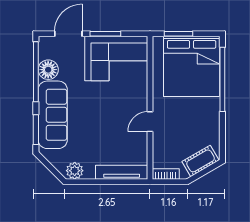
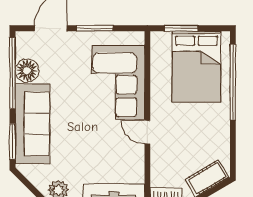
corner sofa: (116, 59) -> (118, 82), moved, turned 90
bed: (192, 66) -> (196, 67), width x0.73
door: (150, 122) -> (147, 132), hinge flipped

